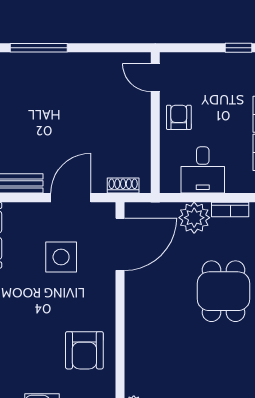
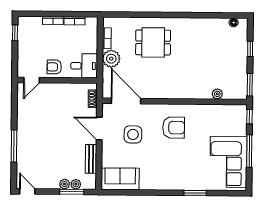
desk: (203, 170) -> (84, 66), moved
armchair: (84, 350) -> (174, 128), moved

